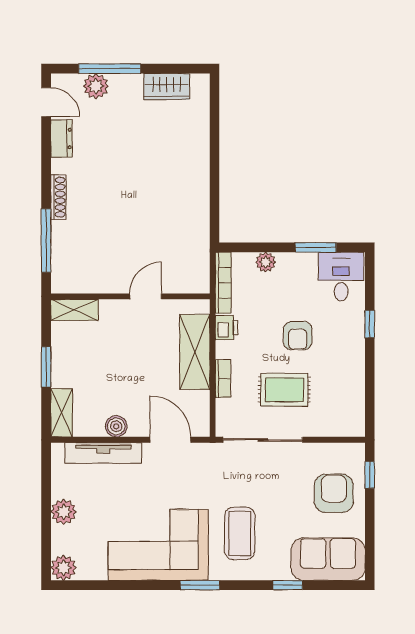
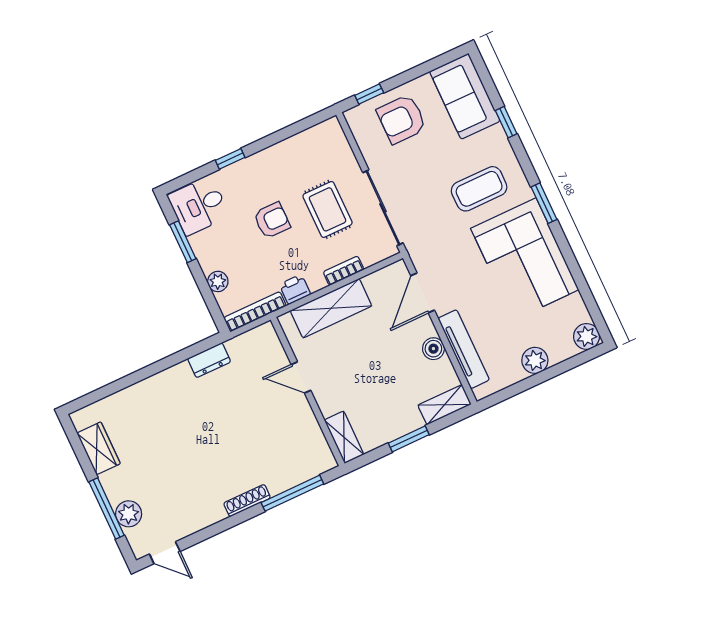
door: (46, 102) -> (165, 553), swing flipped
dresser: (61, 139) -> (209, 360), moved, turned 180

